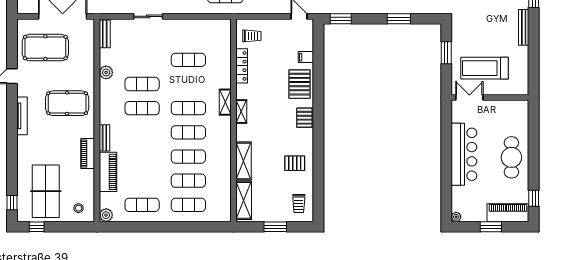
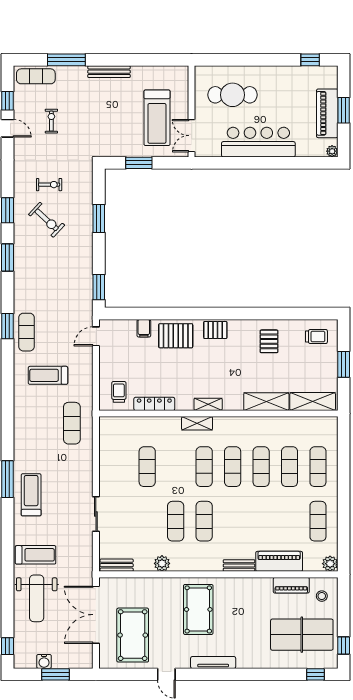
piano: (88, 154) -> (291, 585), moved
cafe table: (511, 157) -> (233, 95), moved
piano: (508, 213) -> (327, 113), moved

